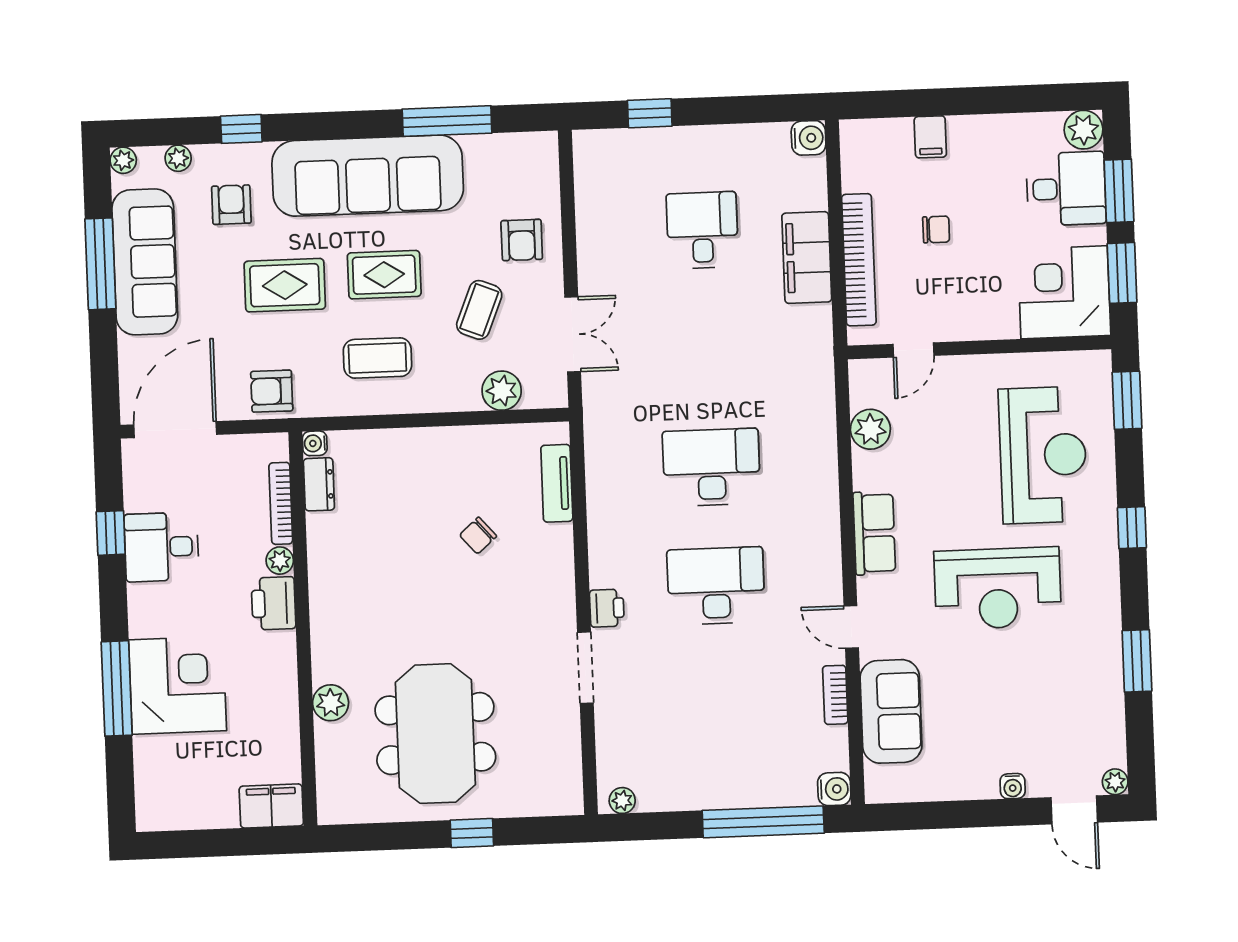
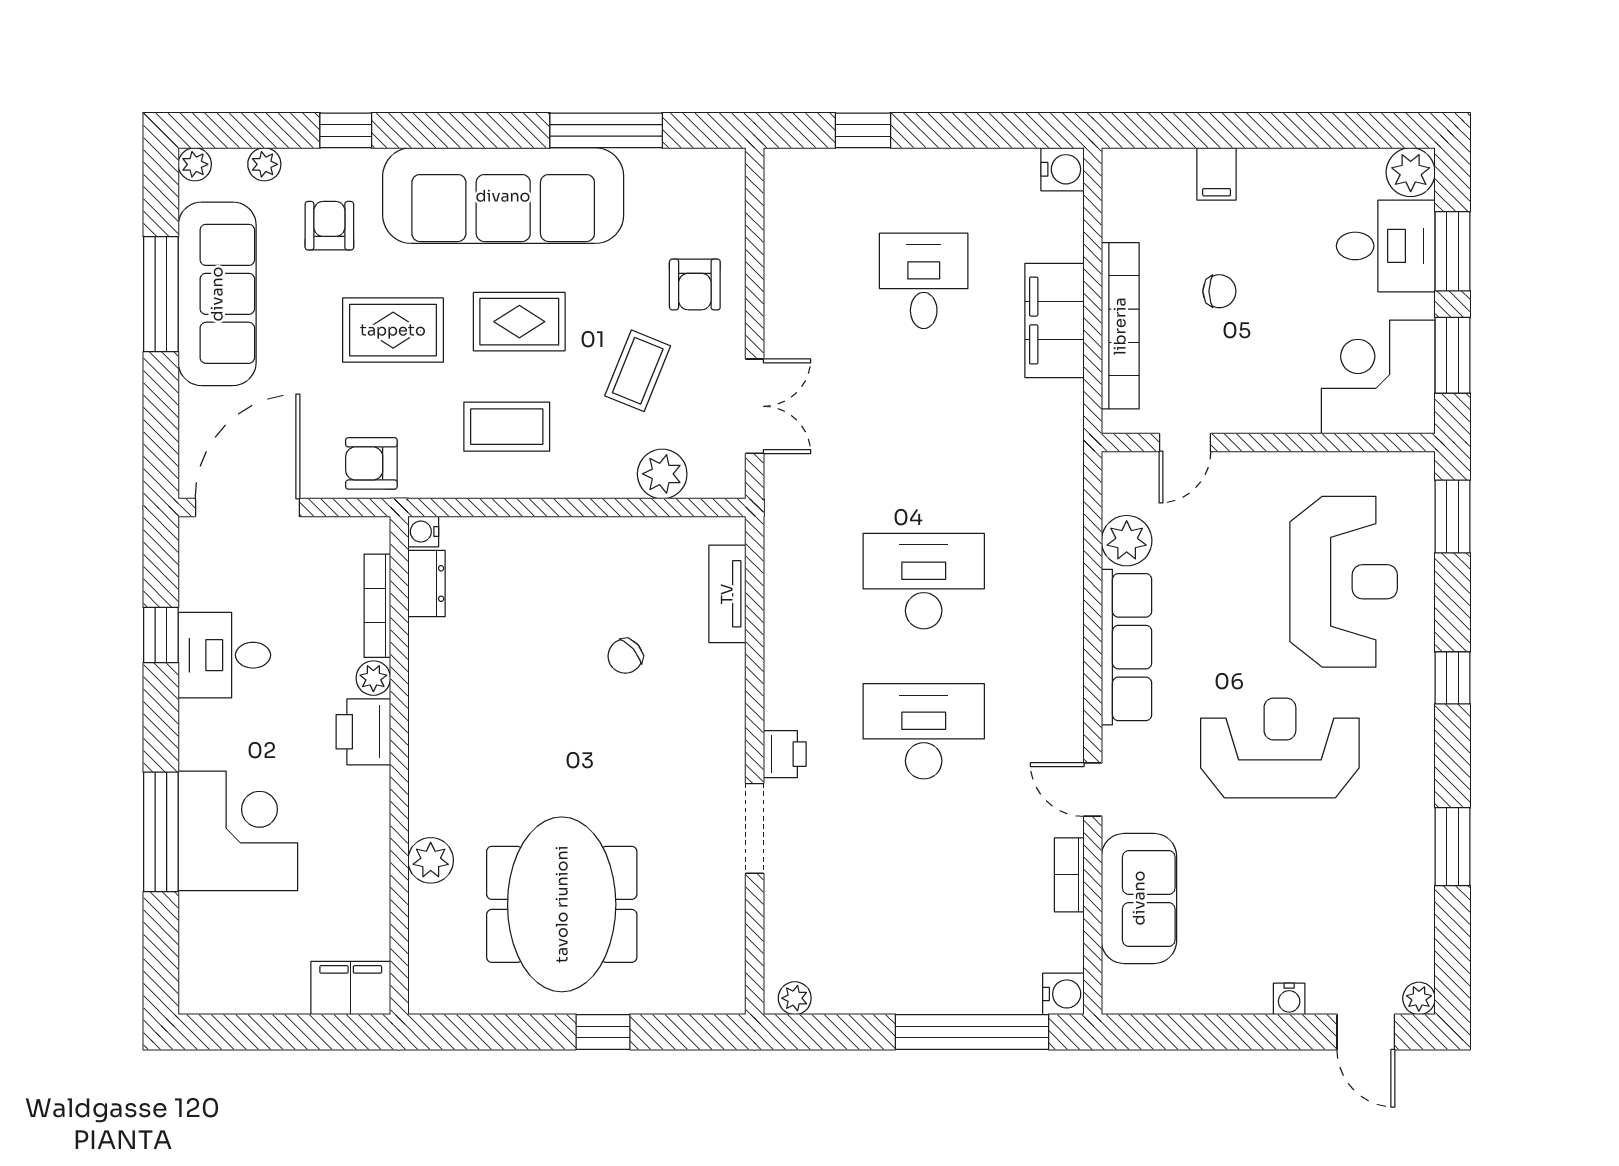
row of seats: (874, 533) -> (1127, 647), width x1.48
reception desk: (998, 588) -> (1280, 748), turned 180

